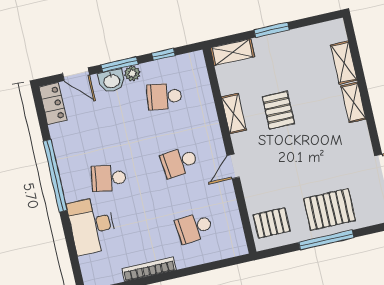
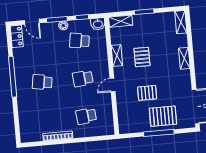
shelving: (344, 63) -> (181, 22), moved
washbasin: (112, 81) -> (98, 24), moved
pallet: (272, 223) -> (147, 93), moved
desk: (92, 225) -> (29, 107), removed

